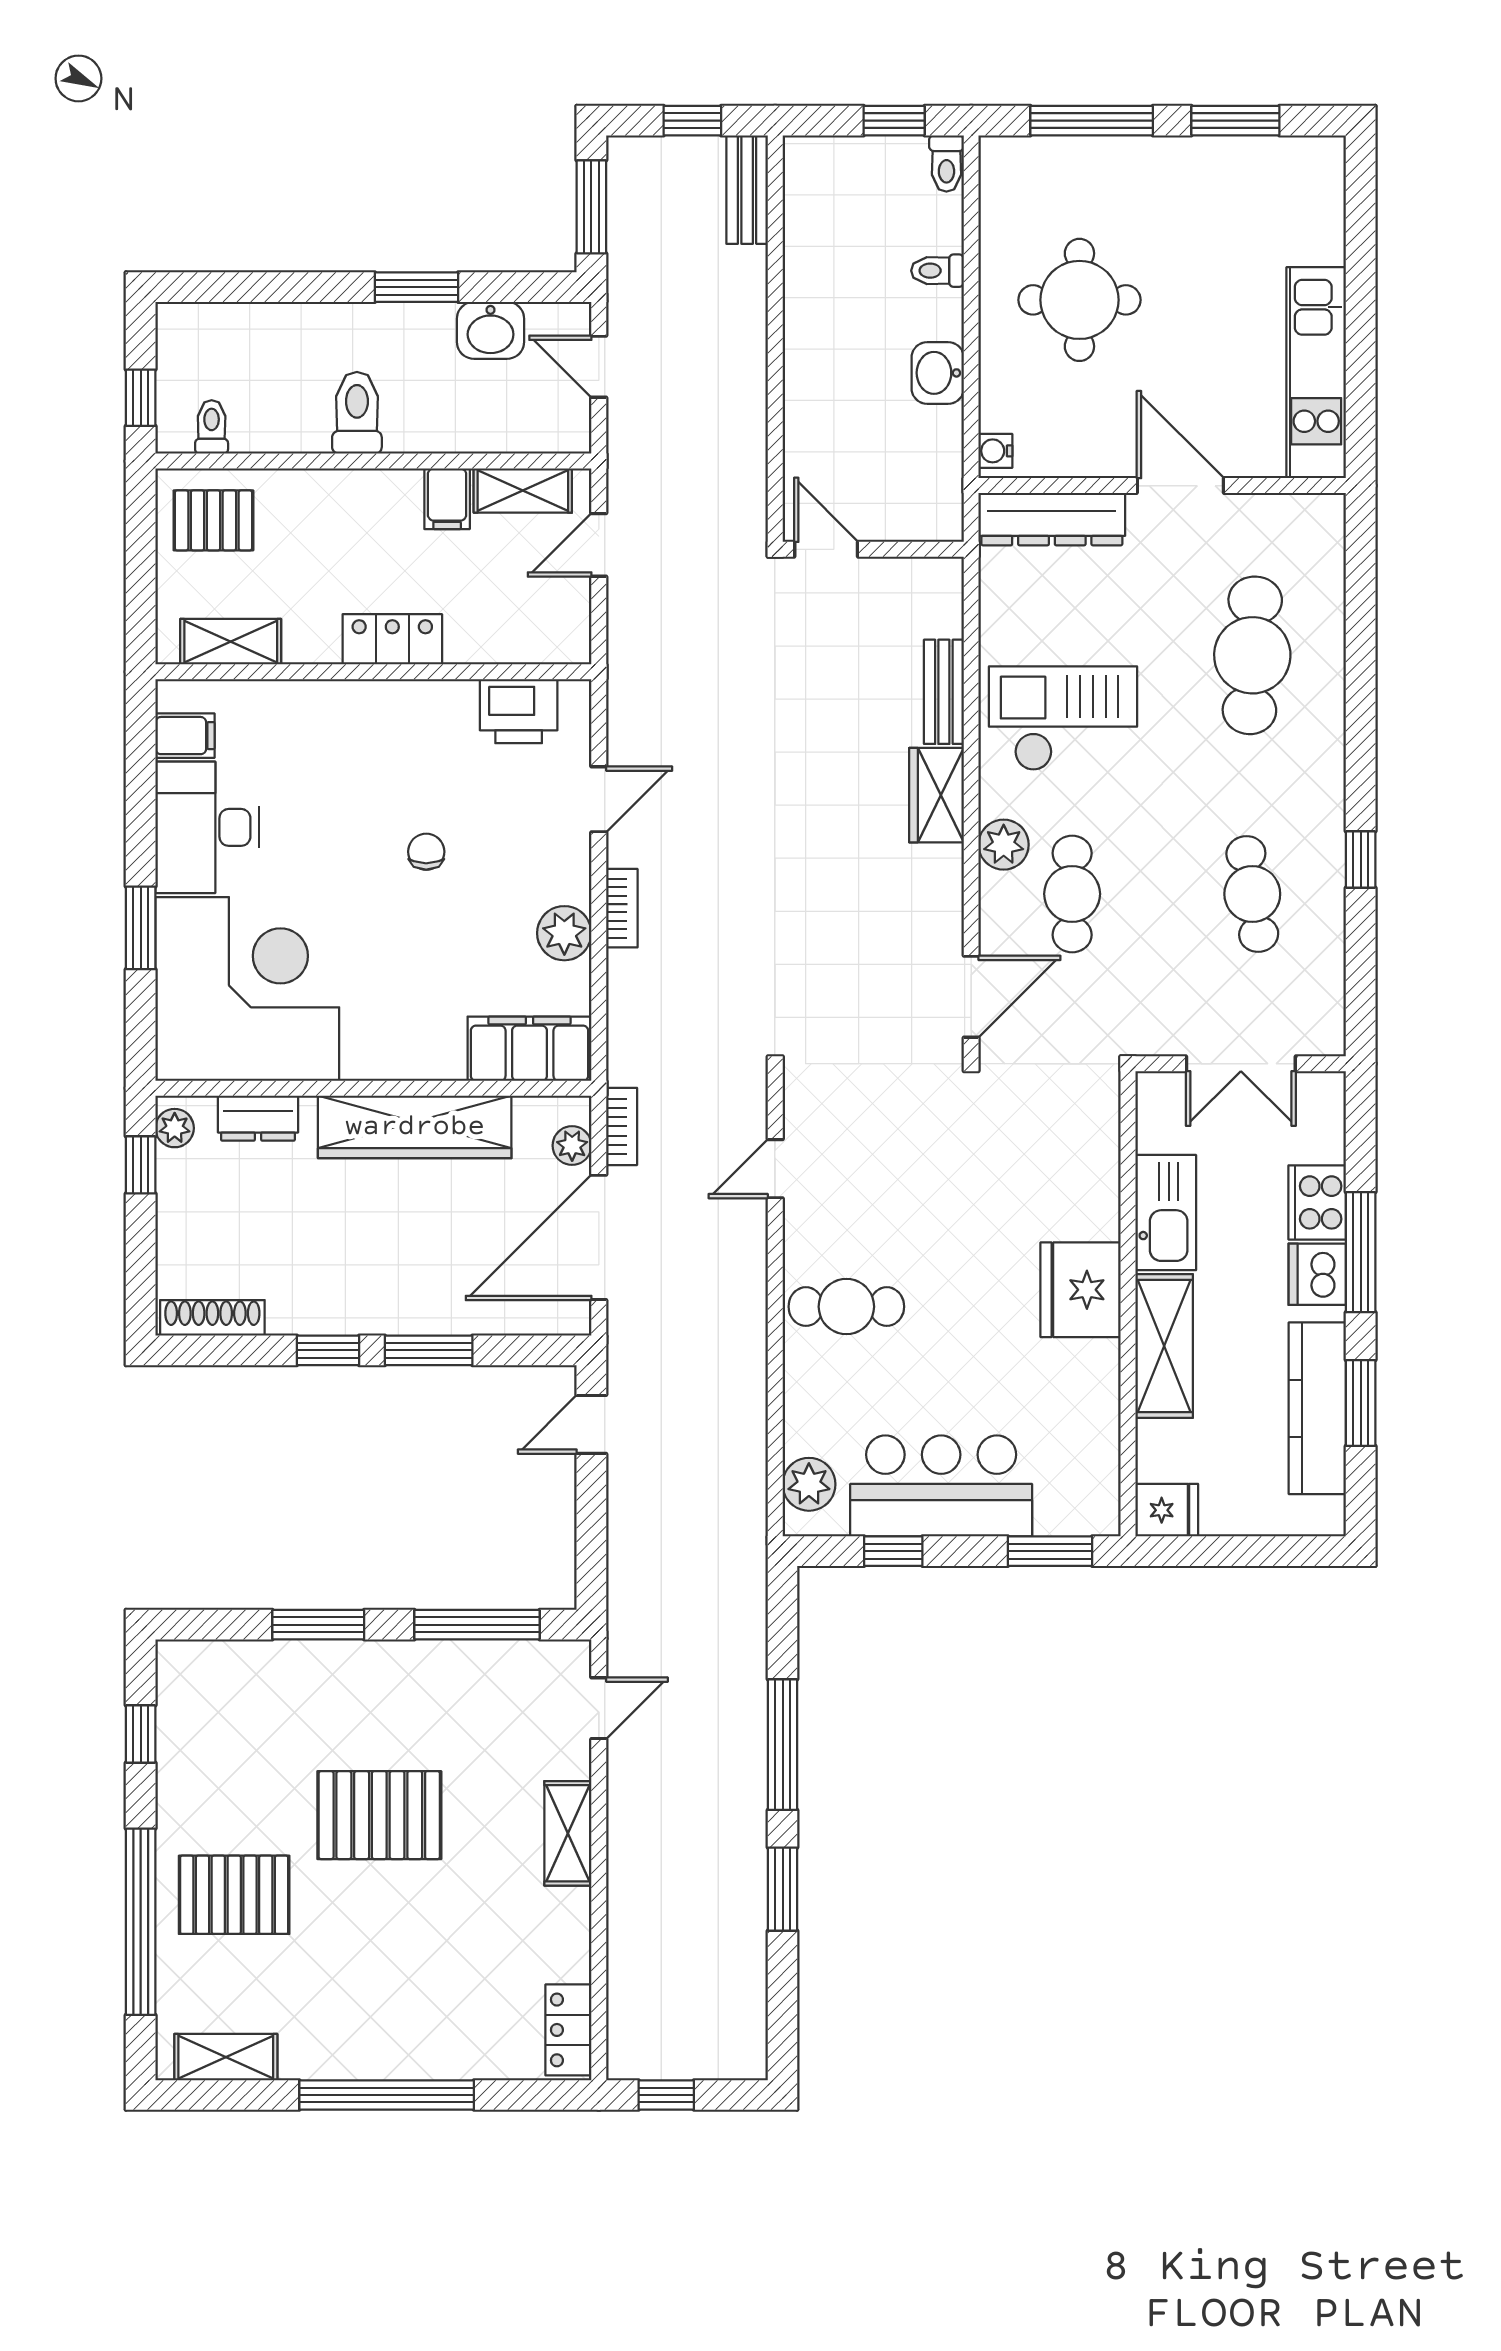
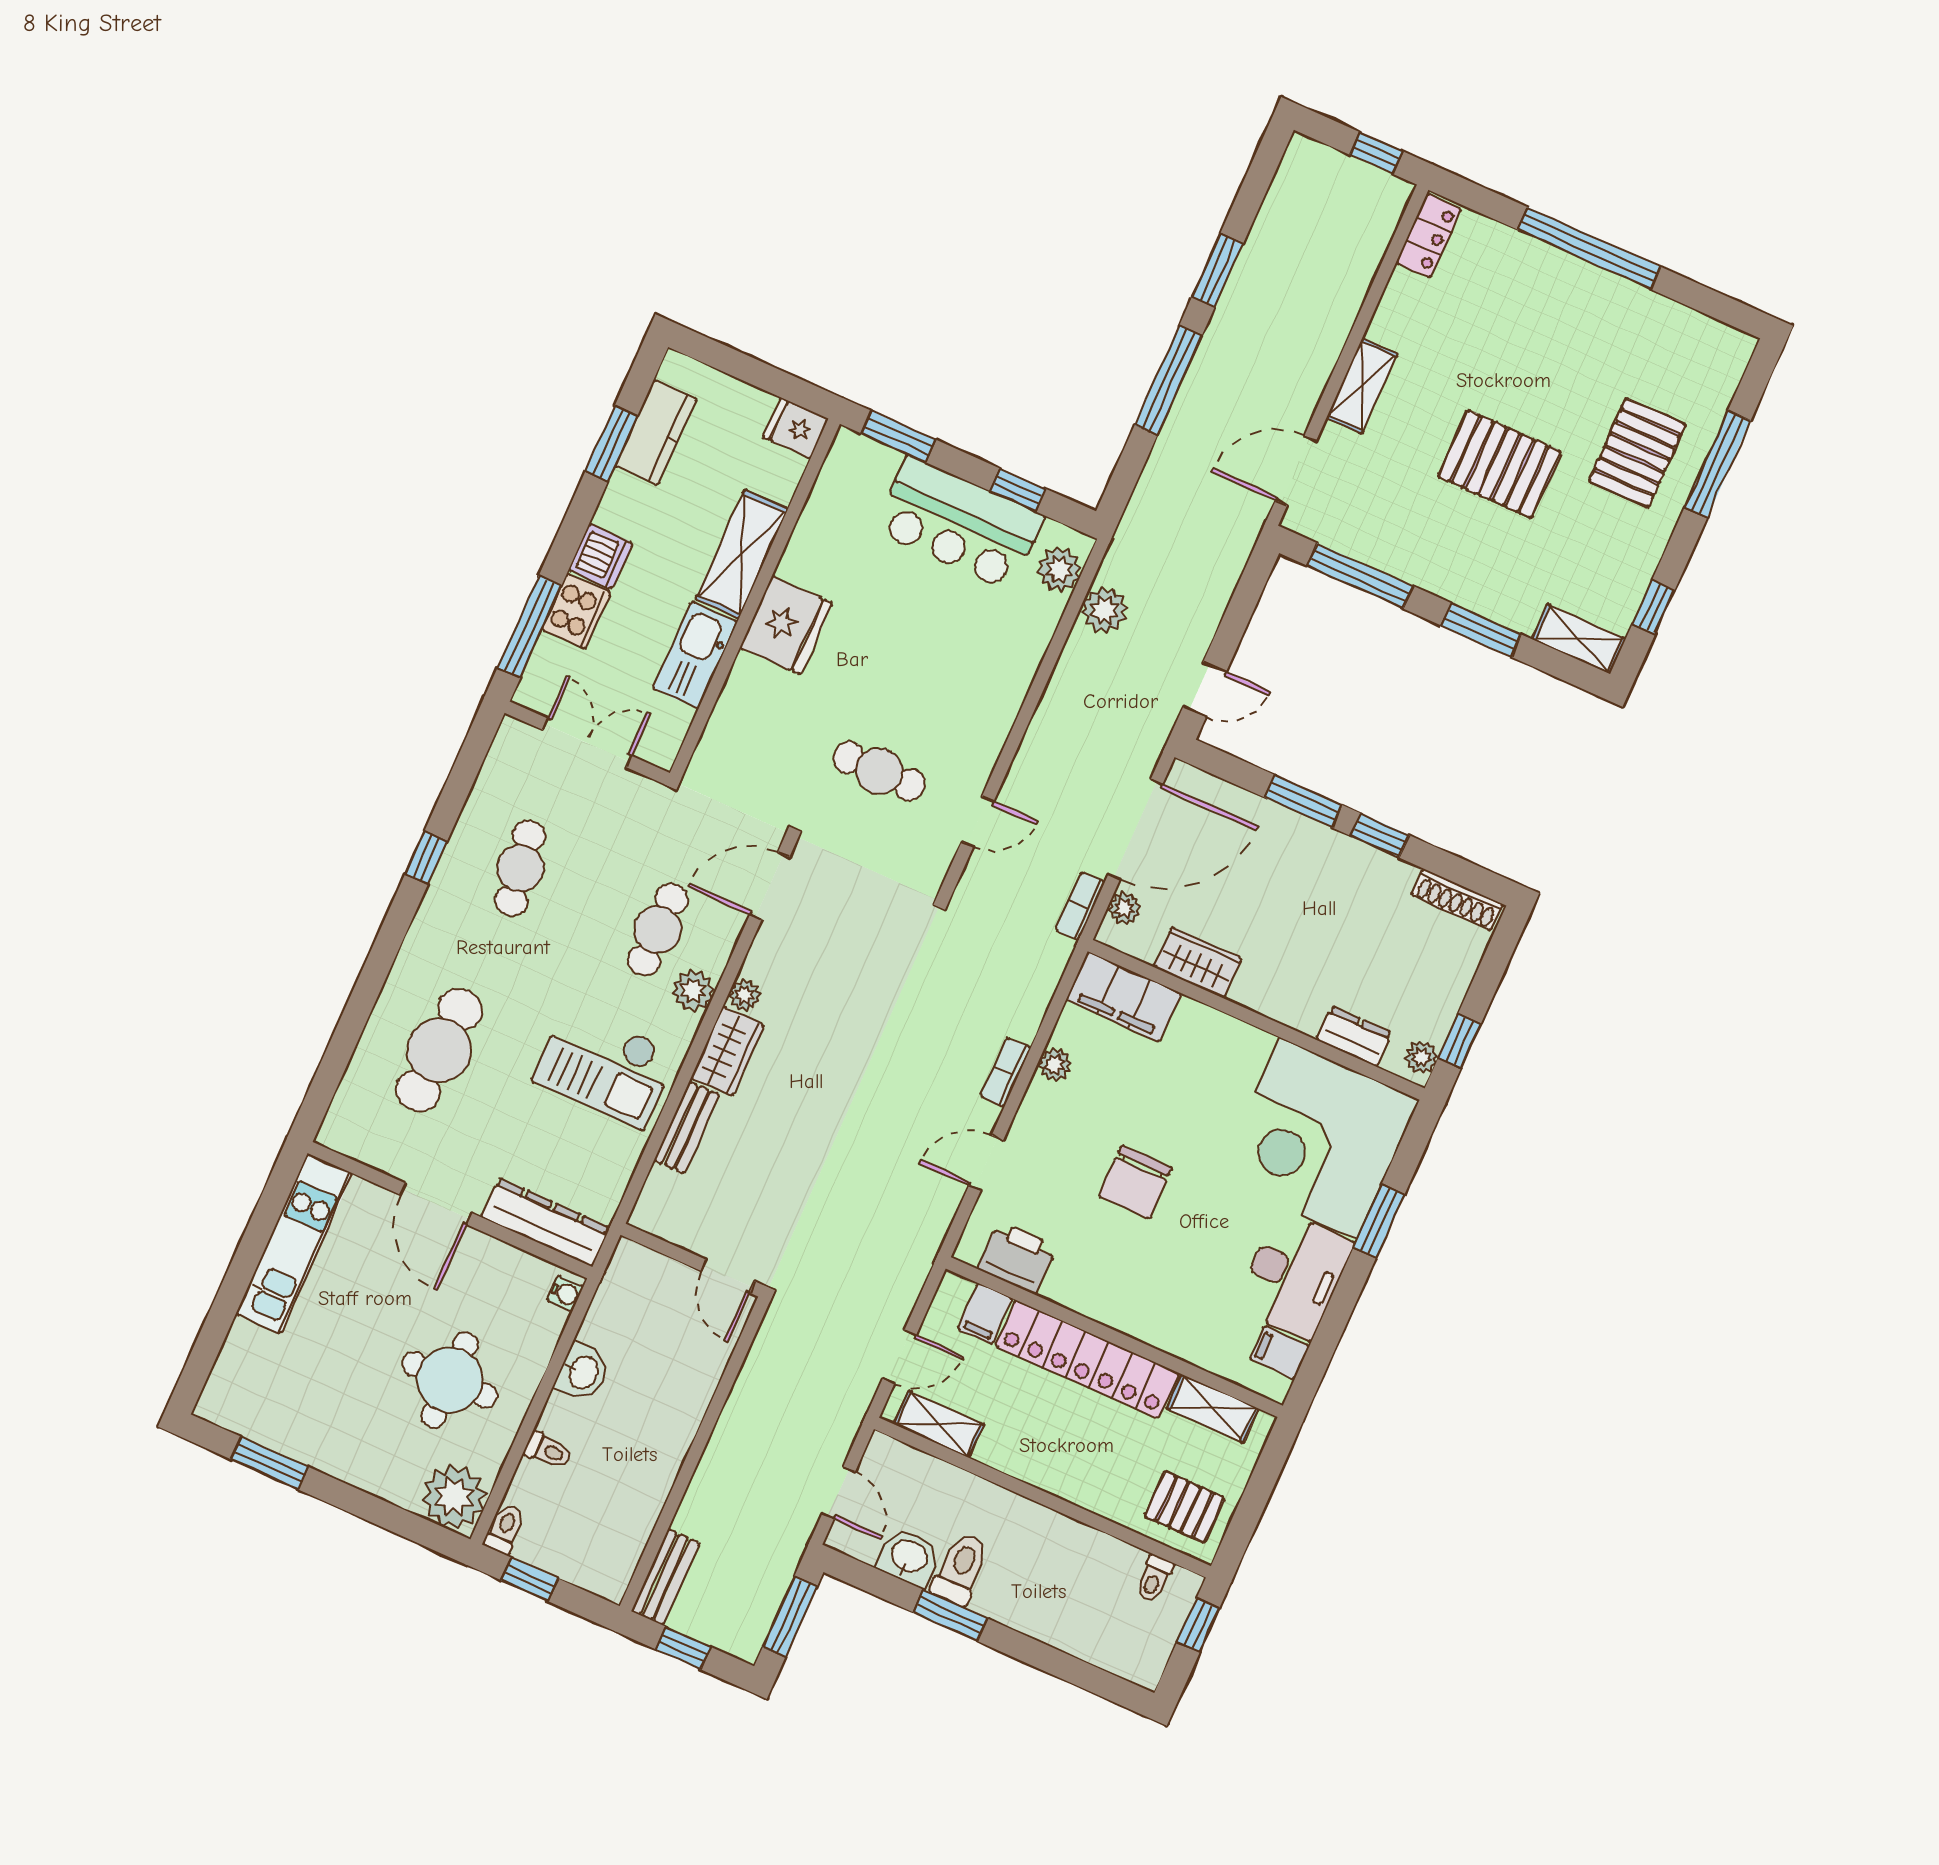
window: (1092, 121) -> (379, 1512), removed
plant: (1017, 174) -> (454, 1497), added
toilet: (357, 413) -> (961, 1569), moved, turned 180
filing cabinet: (447, 499) -> (985, 1314), moved, turned 180
locker: (392, 639) -> (1087, 1359), width x2.16, depth x1.21
chair: (426, 852) -> (1135, 1182), width x1.87, depth x1.87
plant: (945, 865) -> (744, 995), added
plant: (564, 933) -> (1055, 1065), width x0.73, depth x0.73
wardrobe: (415, 1127) -> (1198, 962), width x0.48, depth x0.85
window: (1361, 1252) -> (530, 627), moved
cafe table: (846, 1307) -> (879, 771), moved
kitchen counter: (1317, 1408) -> (656, 432), width x0.67
plant: (740, 1462) -> (1104, 610), added
door: (599, 1708) -> (1296, 471), width x1.38
pallet: (234, 1895) -> (1637, 453), turned 90
window: (141, 1922) -> (1718, 464), width x0.68
shelving: (226, 2057) -> (1579, 639), moved

